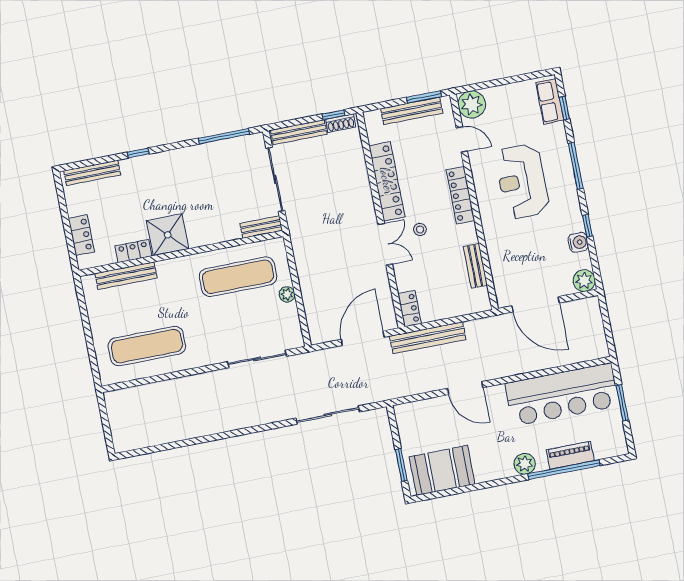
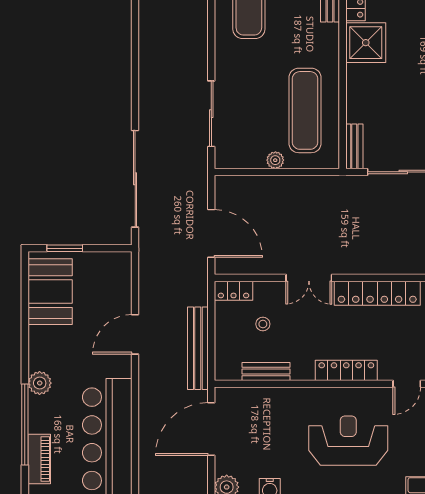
stool: (420, 229) -> (263, 324), moved
bench: (428, 338) -> (198, 348), moved
sliding door: (328, 415) -> (135, 179), width x1.36
piano: (570, 455) -> (39, 459), moved

